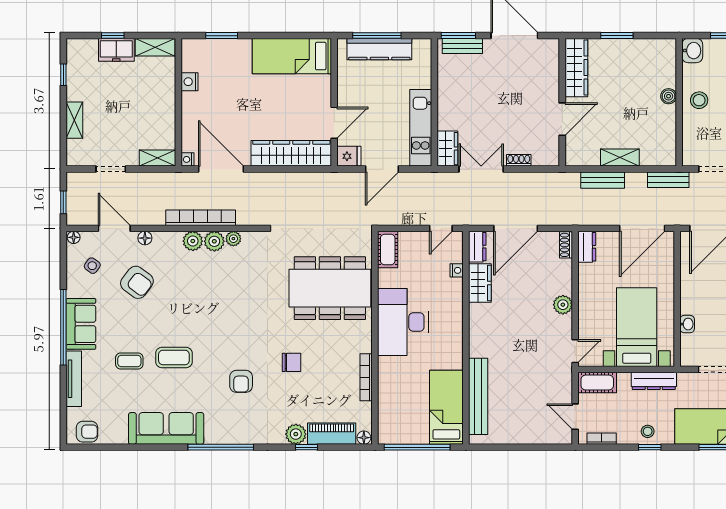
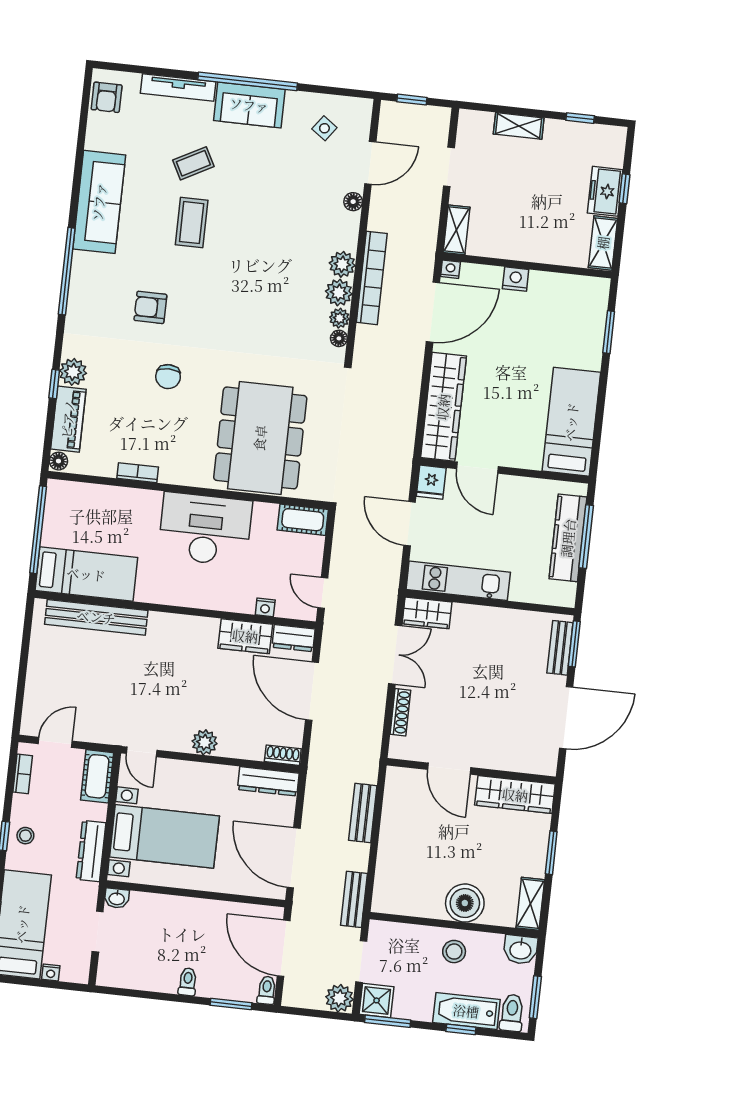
nightstand: (190, 82) -> (516, 279), moved
boiler: (669, 96) -> (465, 903), width x1.86, depth x1.86
shelving: (620, 158) -> (530, 904), moved
shoe rack: (519, 160) -> (400, 712), width x1.43
floor lamp: (74, 237) -> (339, 338), moved
dresser: (587, 247) -> (268, 781), width x1.44
armchair: (137, 282) -> (296, 185), removed
washbasin: (687, 324) -> (117, 898), moved
coffee table: (129, 361) -> (193, 163), turned 62
bookcase: (366, 377) -> (138, 473), width x0.64

